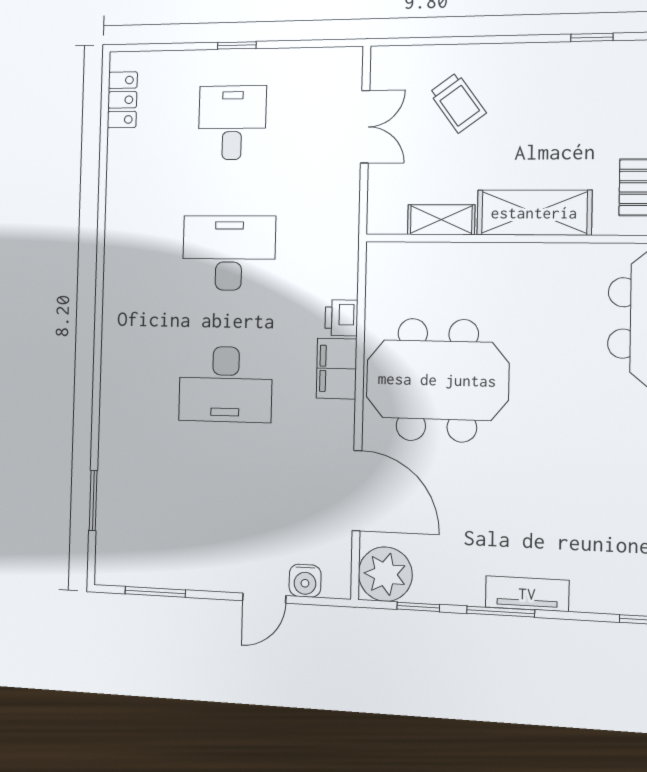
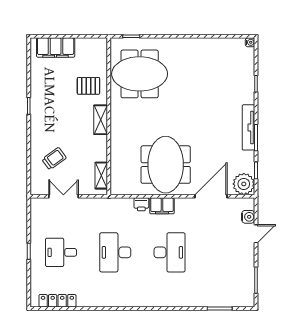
locker: (122, 100) -> (57, 301), width x1.53
shelving: (534, 213) -> (101, 120), width x0.67, depth x0.75
shelving: (441, 220) -> (101, 176), moved
tv unit: (527, 594) -> (248, 127), width x1.41
door: (264, 598) -> (256, 234), hinge flipped

